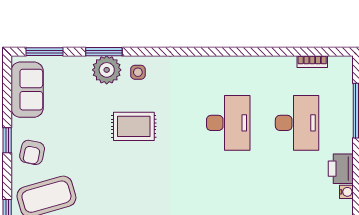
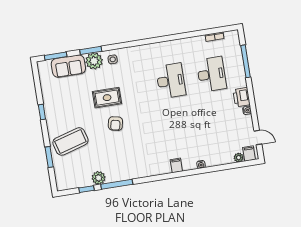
sofa: (27, 90) -> (68, 66), moved, turned 90
rug: (134, 126) -> (107, 98), moved
armchair: (32, 152) -> (115, 124), moved

